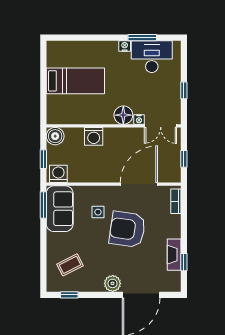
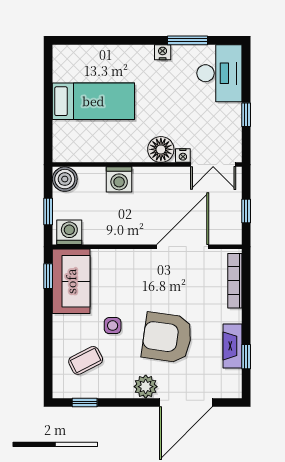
desk: (152, 57) -> (219, 73), moved, turned 90
bookcase: (176, 201) -> (235, 281), width x1.56
window: (43, 205) -> (48, 276), width x0.67
side table: (98, 212) -> (113, 326), moved
armchair: (127, 229) -> (167, 337), moved

